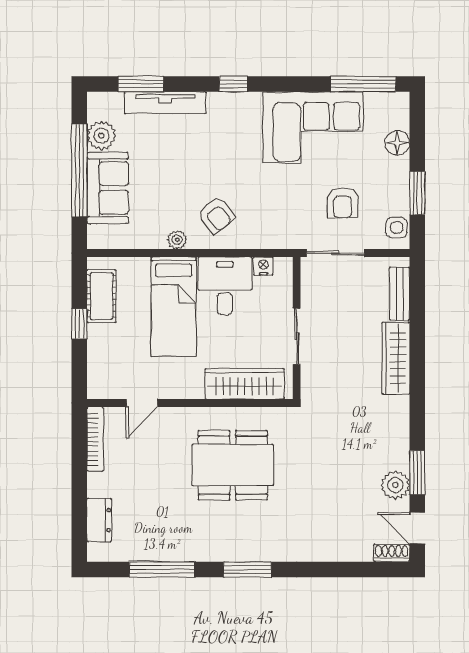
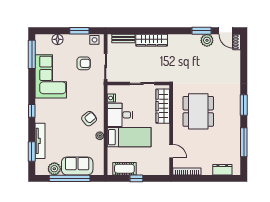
door: (417, 528) -> (226, 31), hinge flipped

